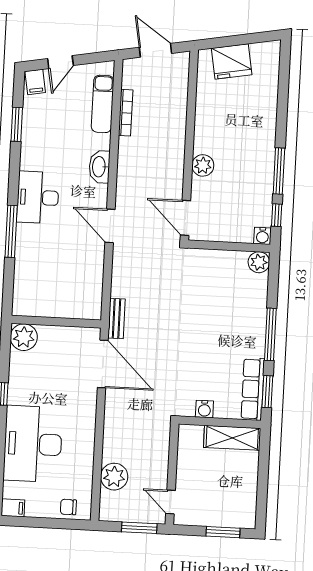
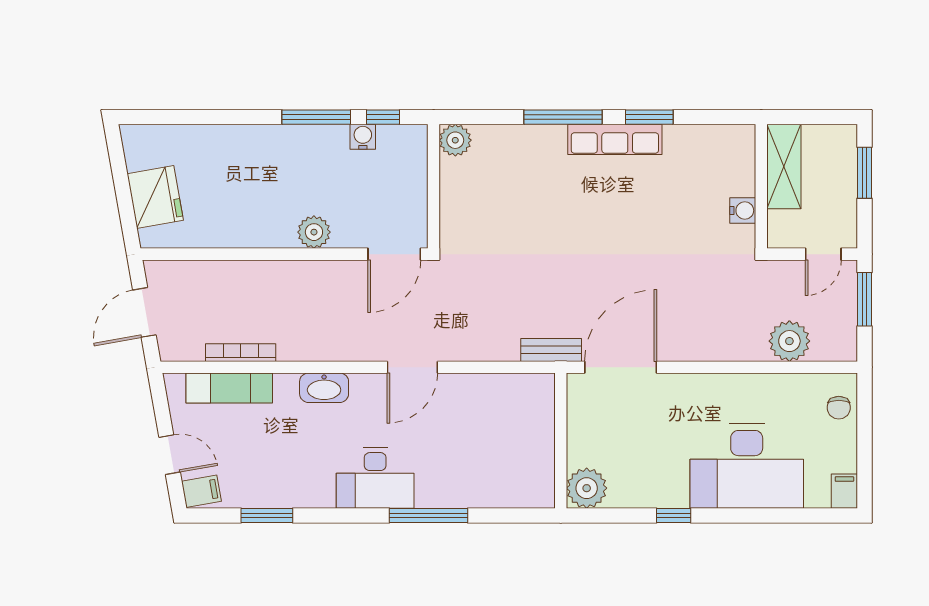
water cooler: (262, 236) -> (363, 137), moved, turned -90
row of seats: (253, 389) -> (615, 139), moved
water cooler: (204, 409) -> (743, 211), moved
wall: (220, 422) -> (761, 186), moved
shelving: (232, 438) -> (784, 166), moved

